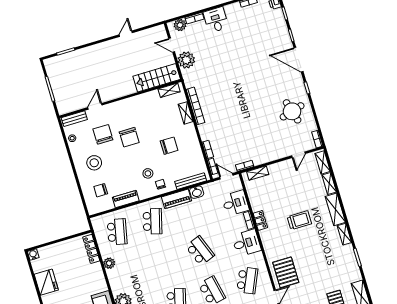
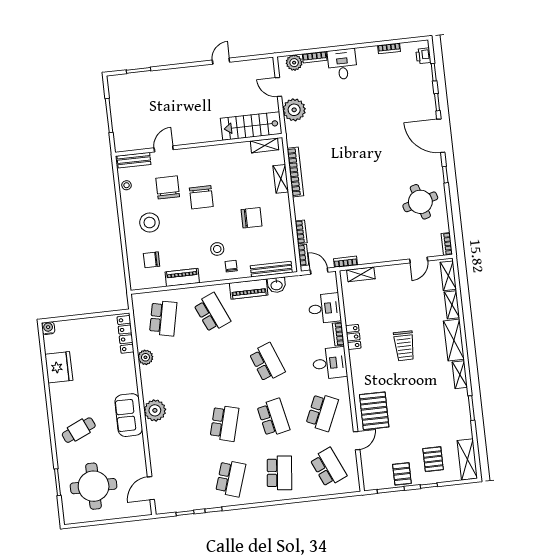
trolley: (299, 220) -> (404, 346), turned 90
school desk: (152, 221) -> (212, 313), turned -39

